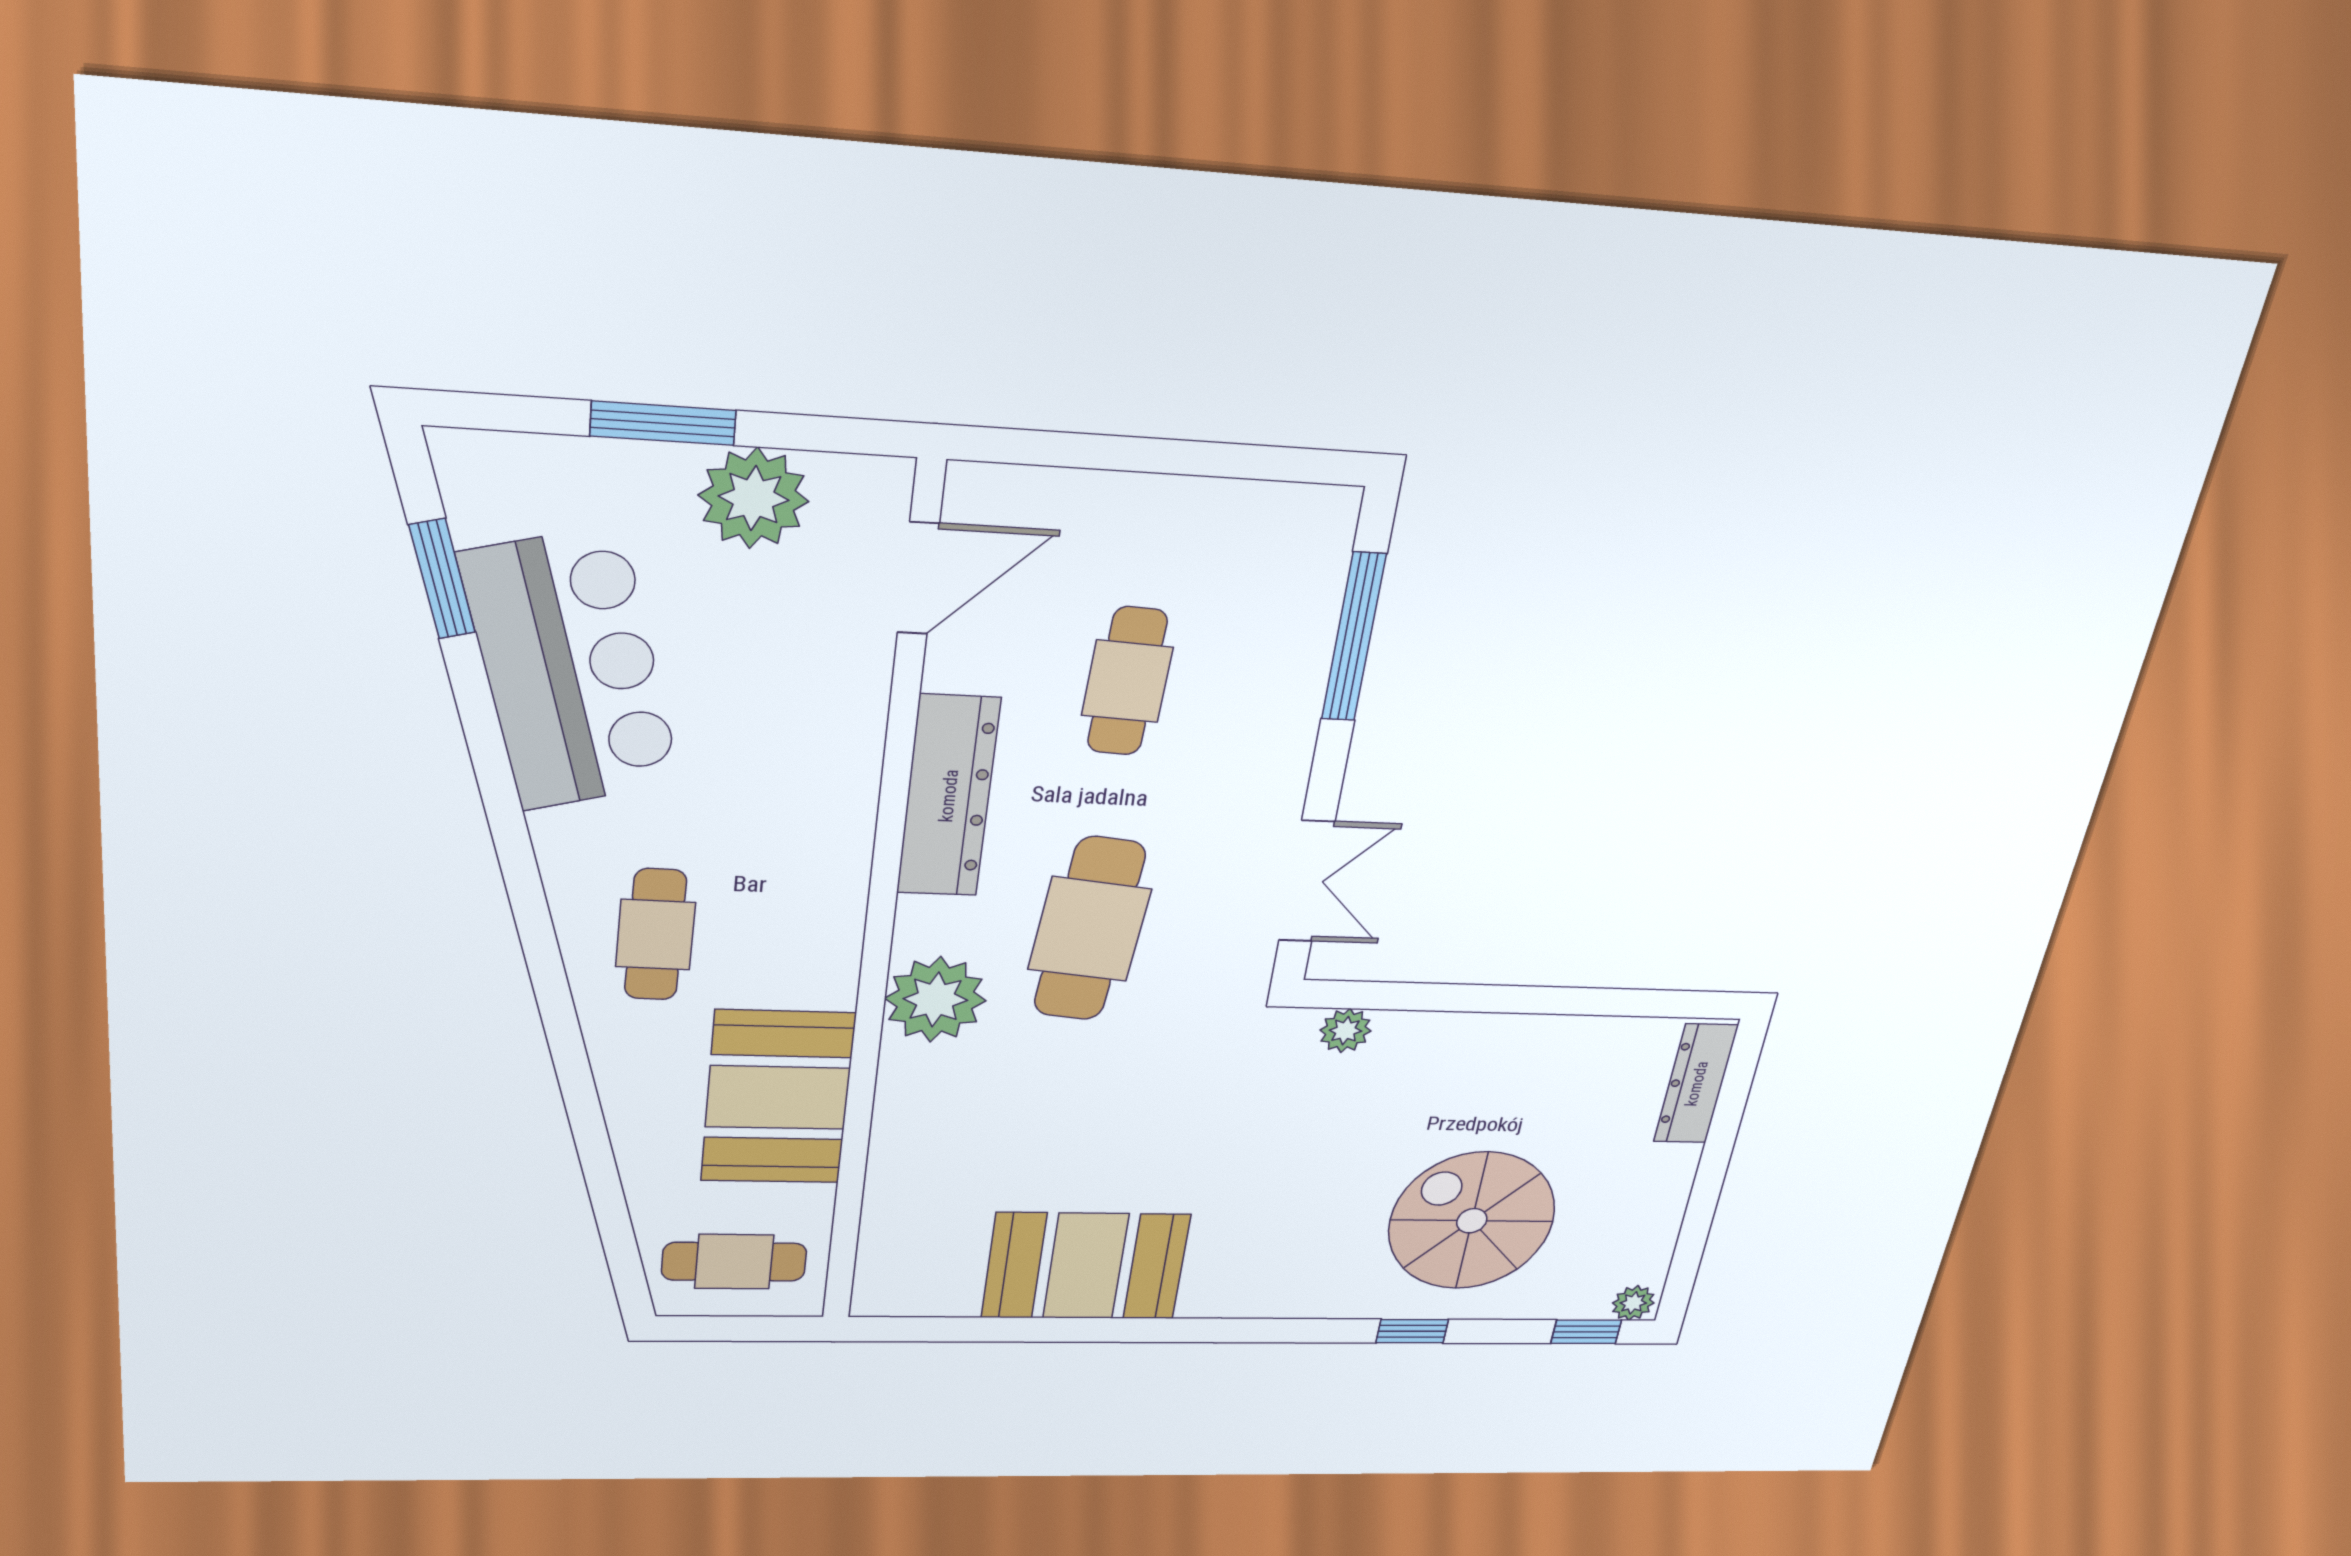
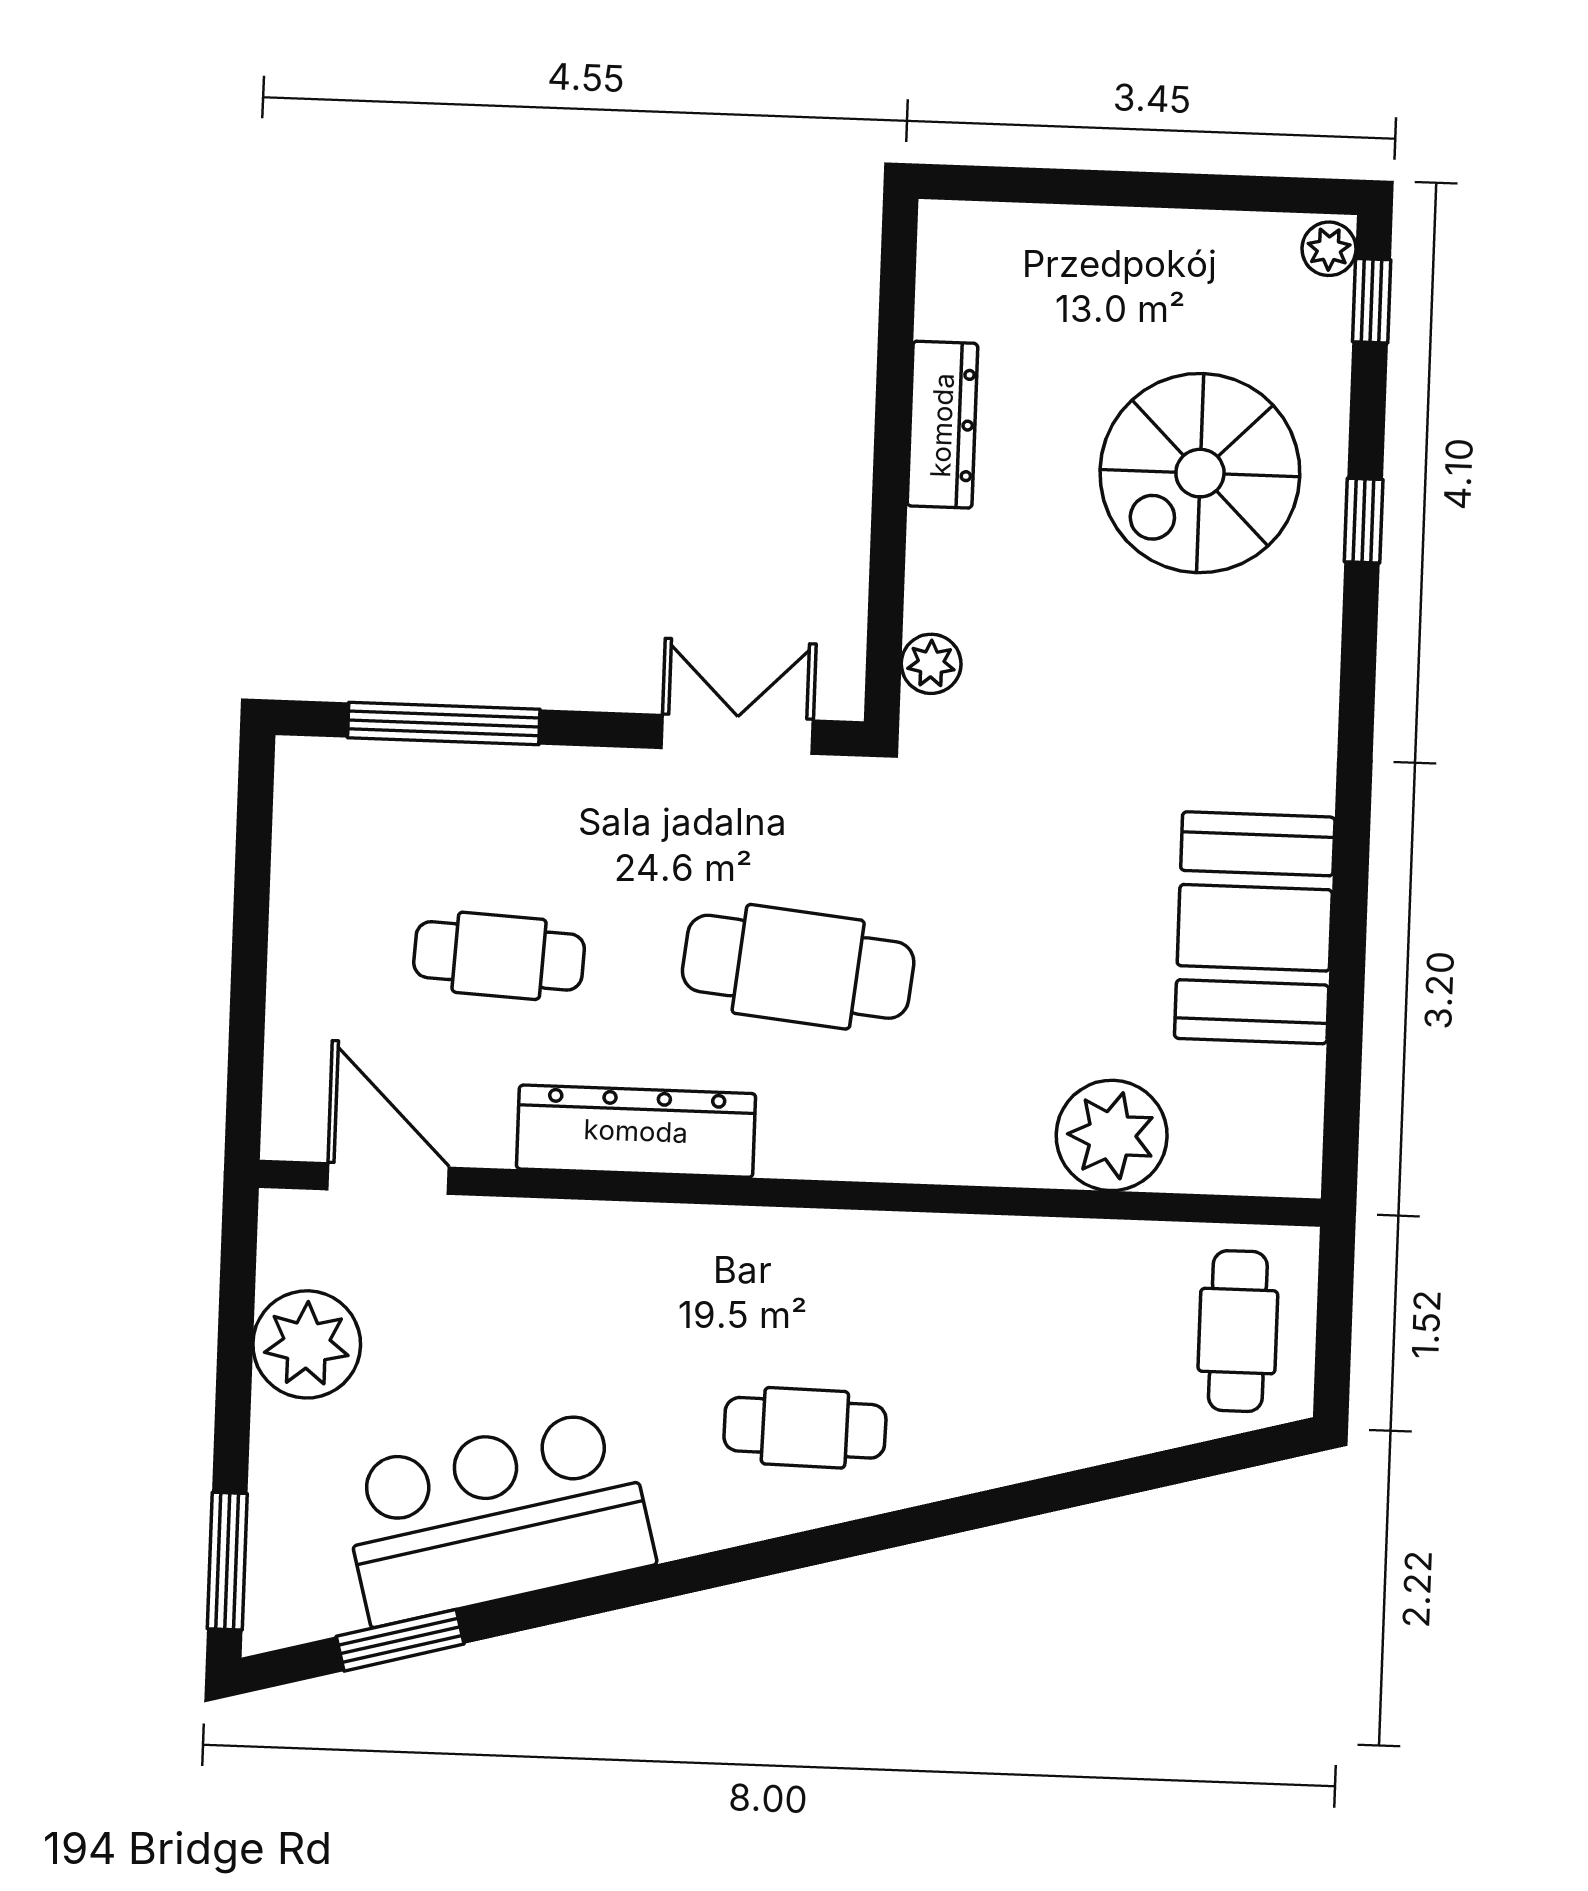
window: (663, 423) -> (227, 1561), moved
plant: (935, 999) -> (1112, 1135), moved
dresser: (1696, 1084) -> (942, 425), moved, turned -90
booth: (778, 1098) -> (1014, 1291), removed

